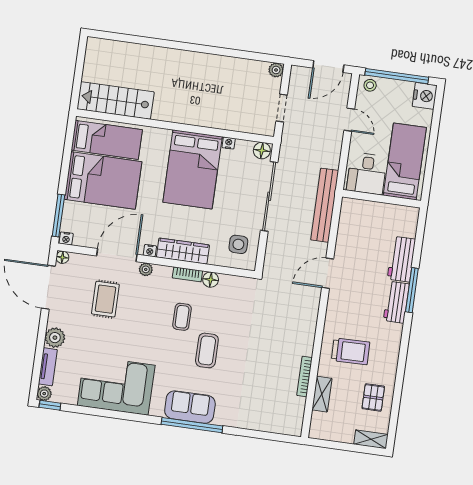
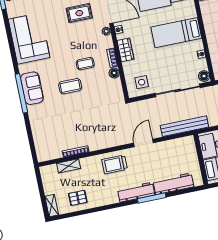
bed: (193, 169) -> (176, 33), width x0.67
wardrobe: (183, 251) -> (125, 50), width x0.67
workbench: (401, 259) -> (173, 184), width x1.38
door: (328, 273) -> (144, 143), hinge flipped
workbench: (396, 302) -> (136, 192), width x1.37
trolley: (351, 351) -> (114, 164), moved, turned 91

